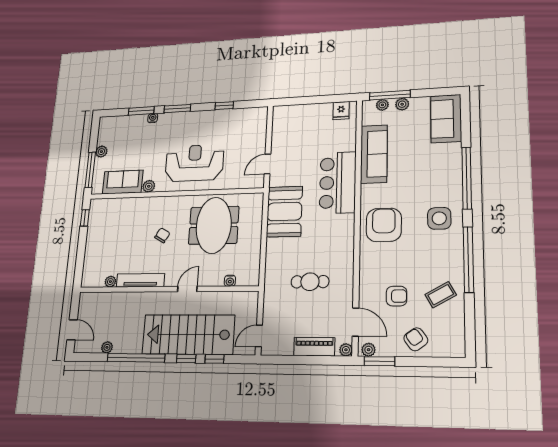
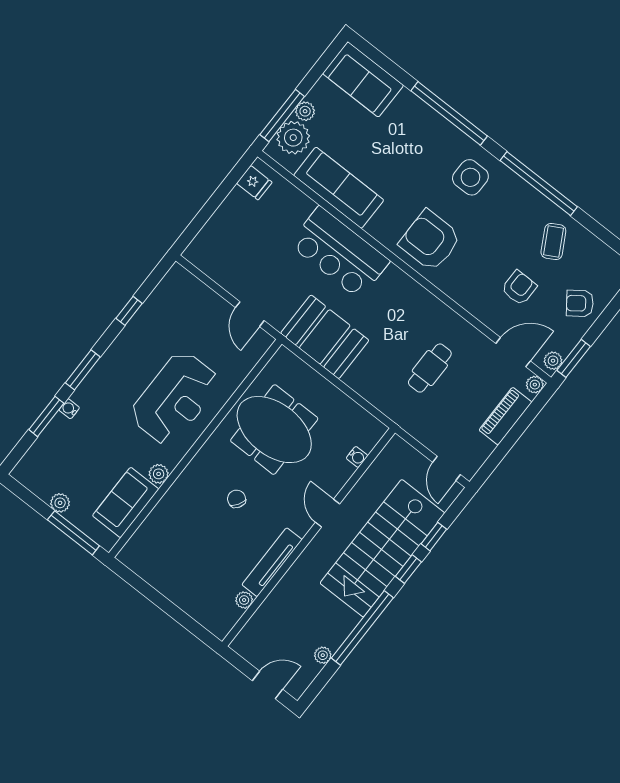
plant: (382, 105) -> (293, 138), width x1.88, depth x1.88
reception desk: (194, 163) -> (175, 398), turned 180
window: (85, 218) -> (134, 581), removed

